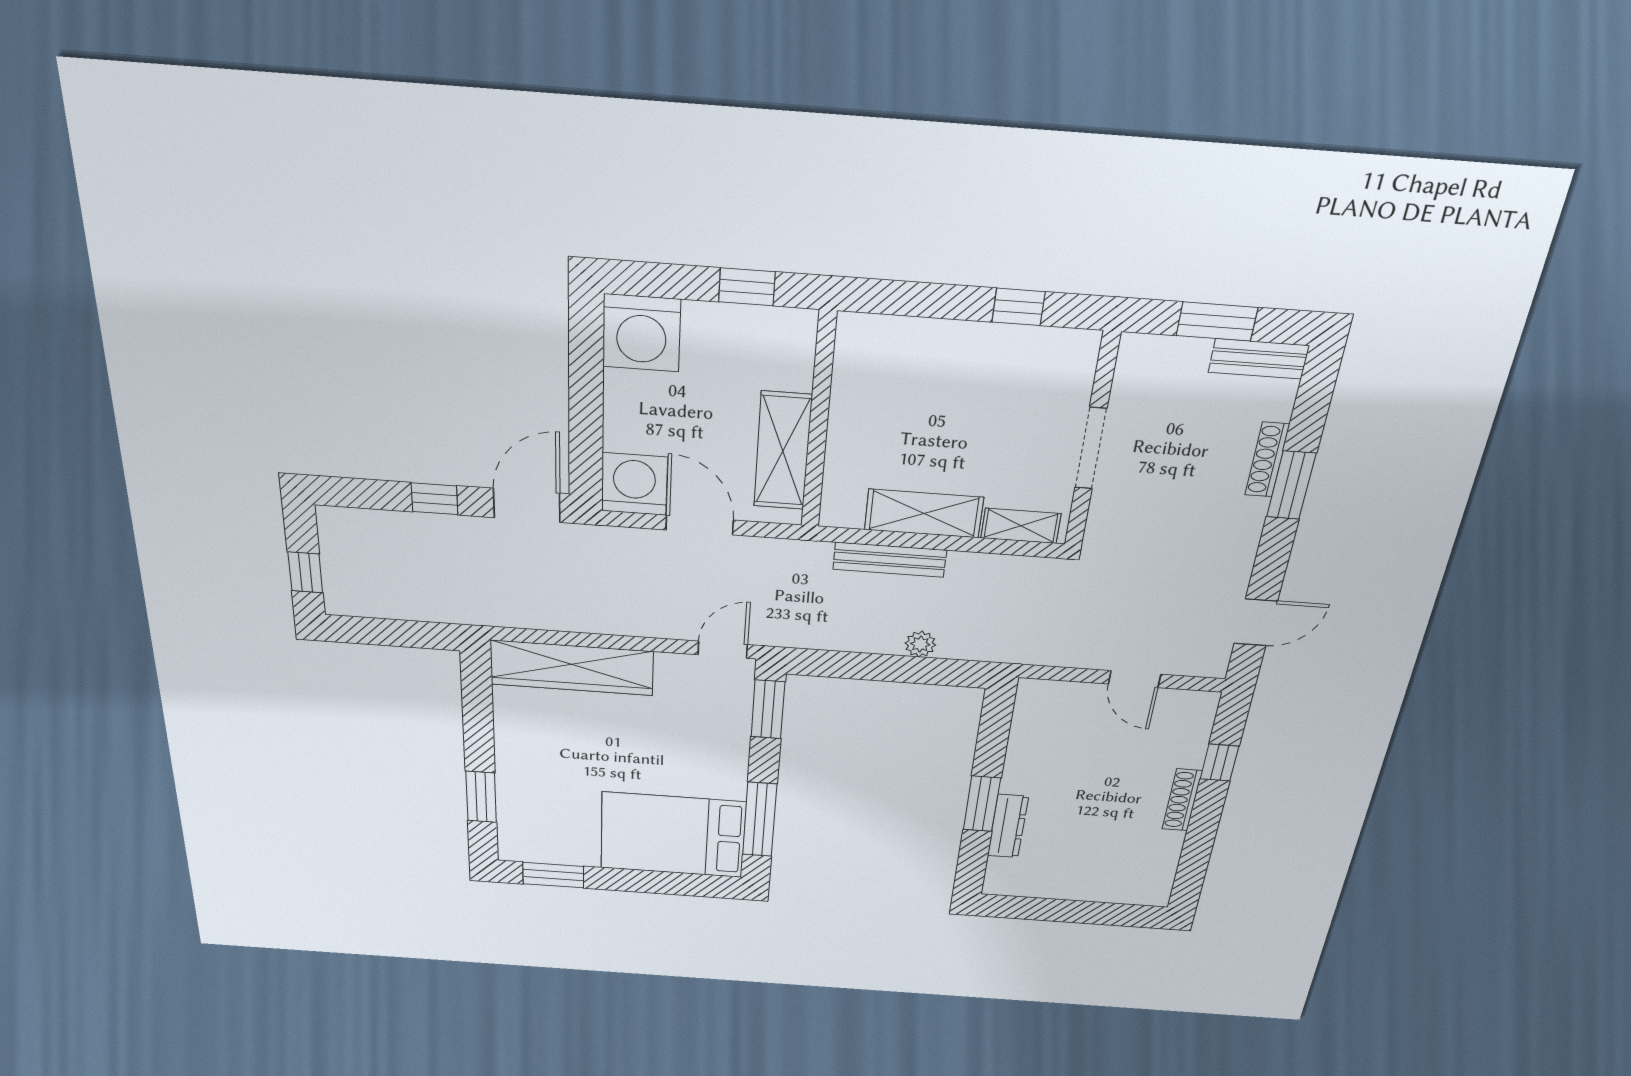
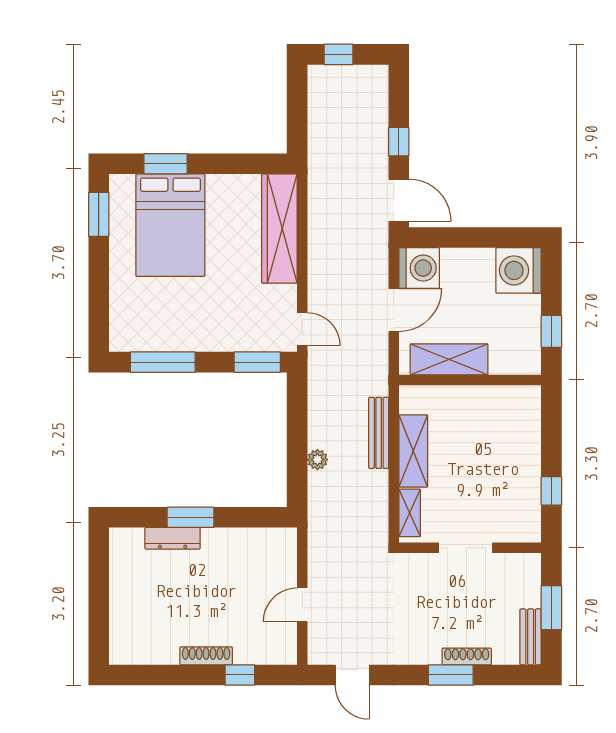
bed: (673, 835) -> (170, 225), moved, turned 180

